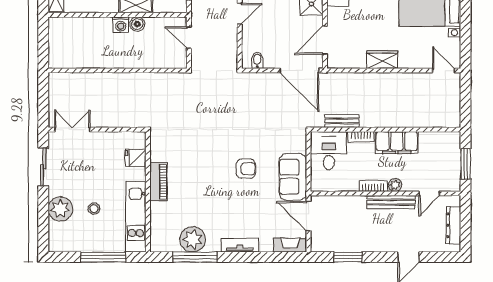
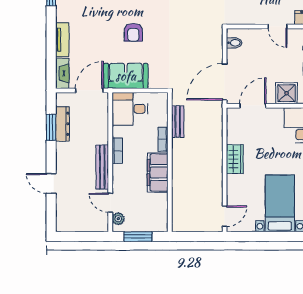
door: (325, 40) -> (253, 106), hinge flipped
desk: (329, 151) -> (130, 109), moved, turned 180
plant: (395, 185) -> (118, 219), moved
dresser: (453, 225) -> (62, 124), moved, turned 90
tv unit: (240, 245) -> (62, 40), moved

